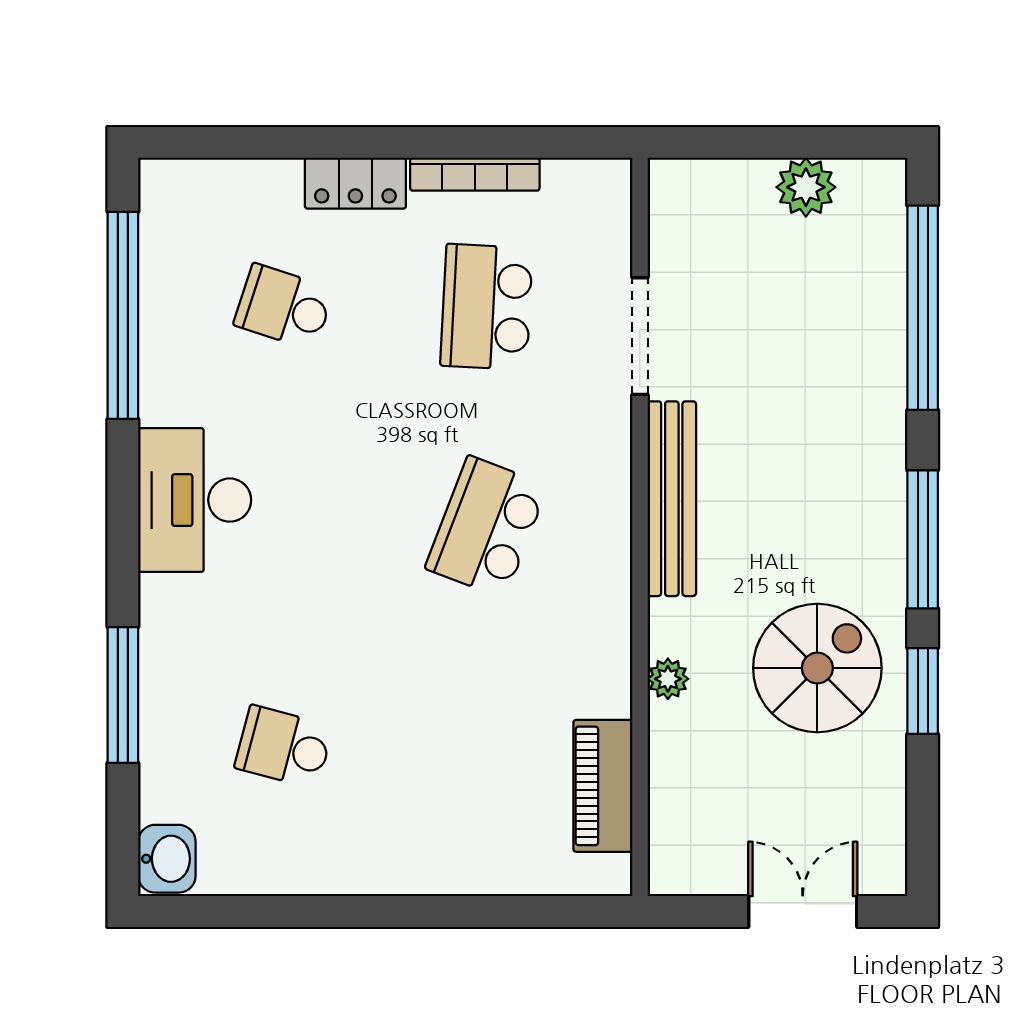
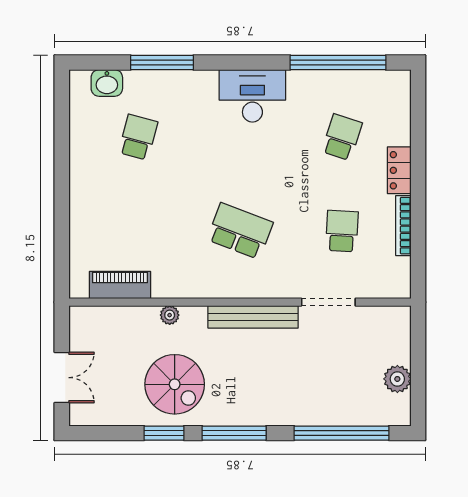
school desk: (487, 307) -> (342, 231), width x0.54
washbasin: (167, 859) -> (107, 83), moved

